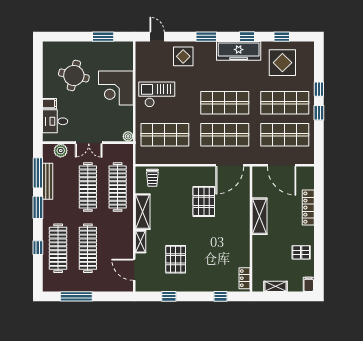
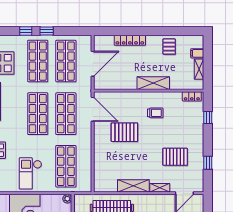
trolley: (152, 178) -> (155, 113), moved
shelving: (260, 216) -> (153, 83), moved
filing cabinet: (309, 284) -> (197, 53), moved

